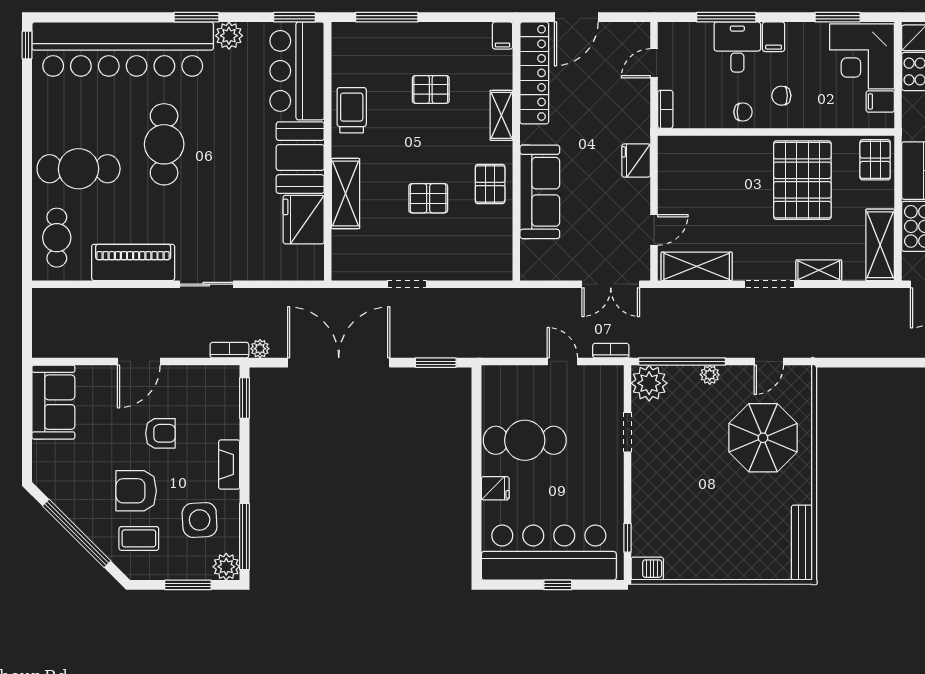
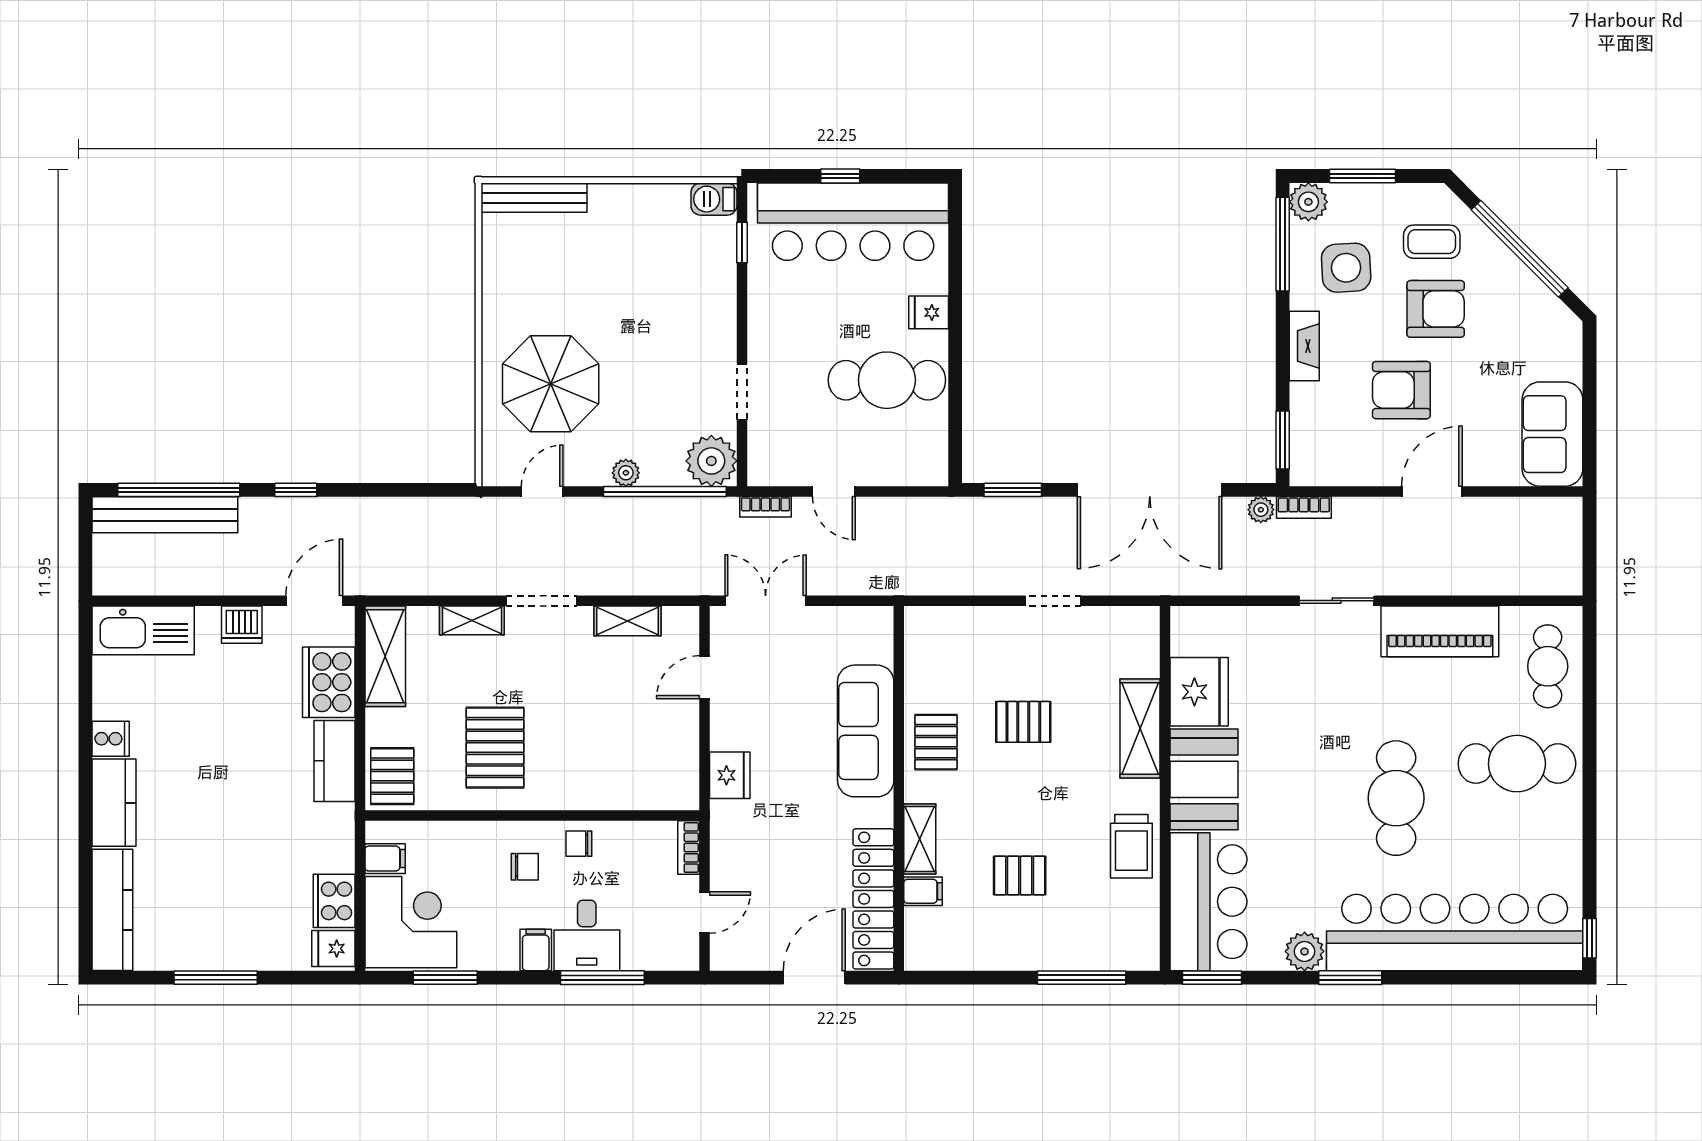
filing cabinet: (503, 35) -> (923, 891), moved, turned 90
pallet: (802, 180) -> (495, 748), width x0.73, depth x0.71
shelving: (697, 266) -> (628, 621), width x0.67, depth x0.75
armchair: (160, 433) -> (1401, 390), width x1.38, depth x1.38
bench: (802, 543) -> (534, 198), moved, turned 90

